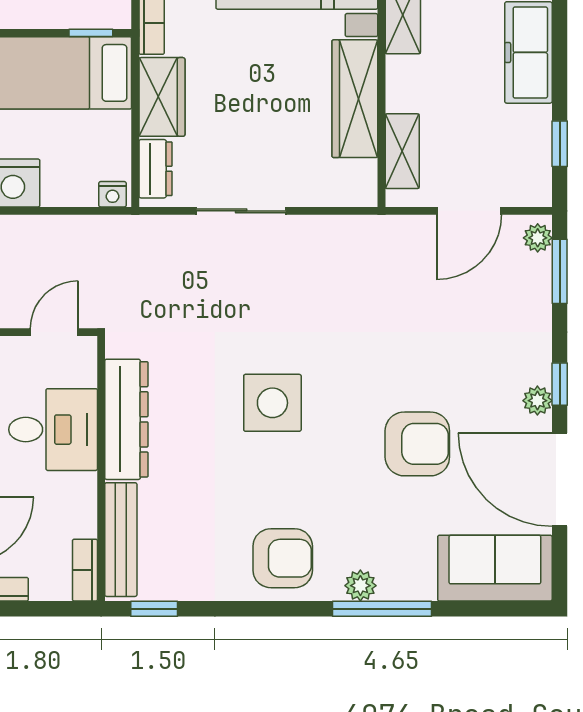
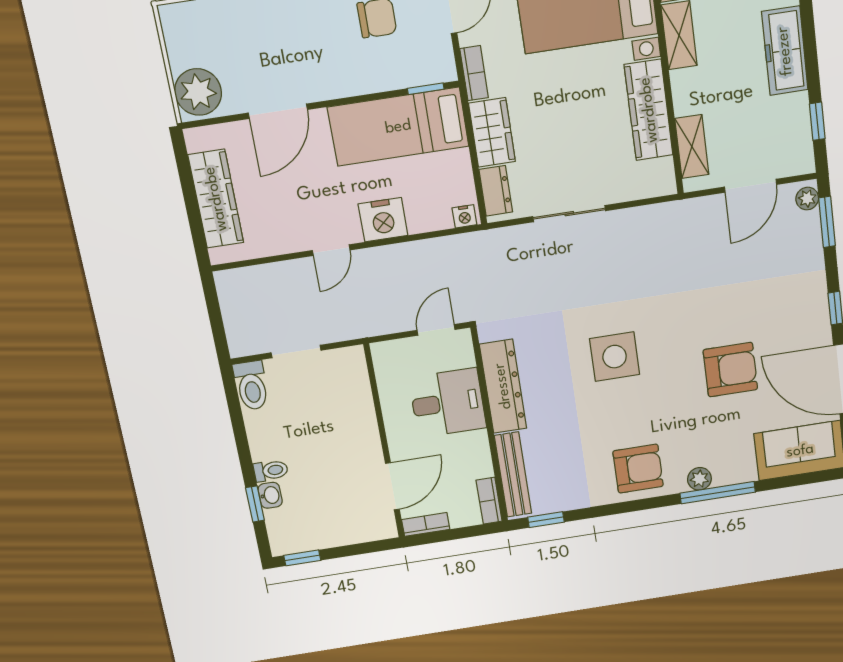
plant: (537, 401) -> (819, 323), removed

